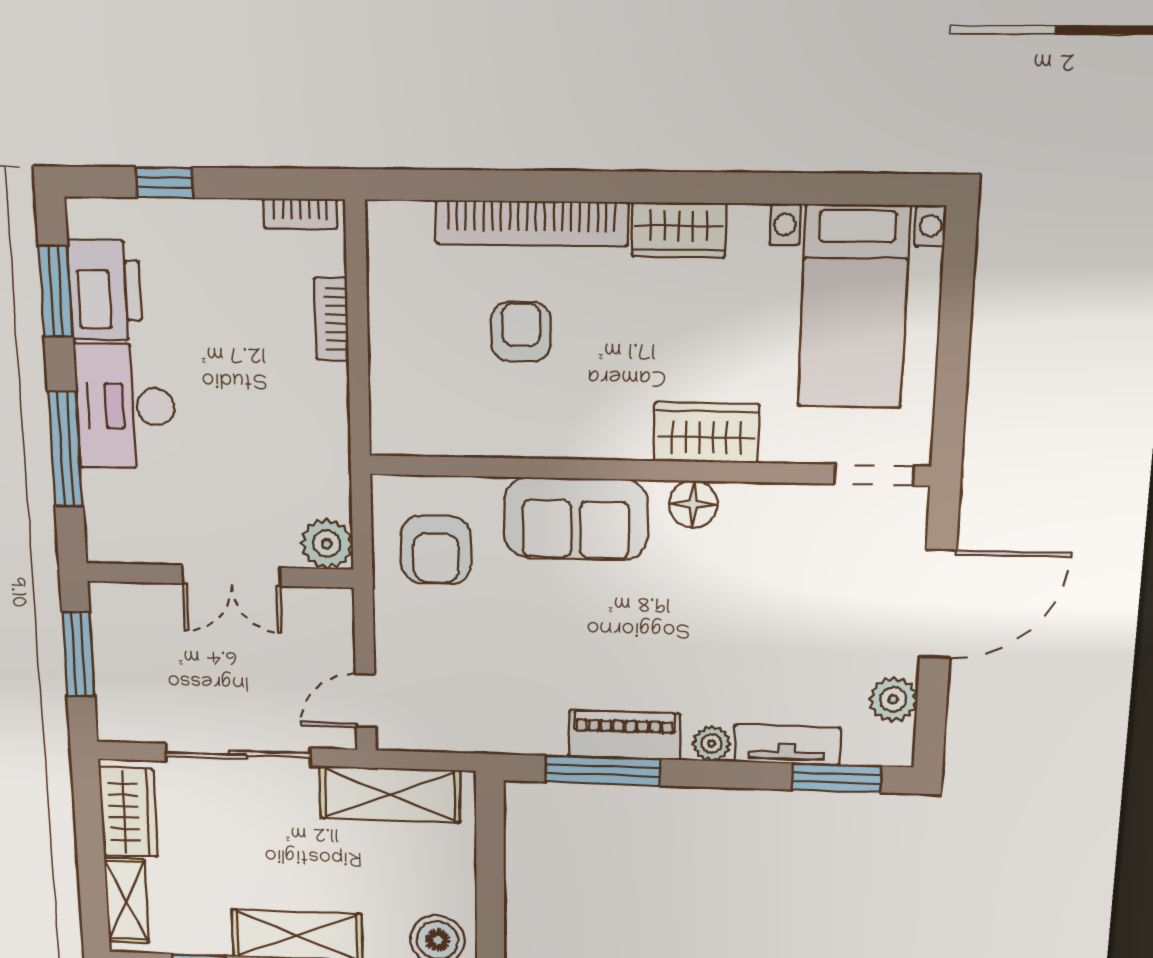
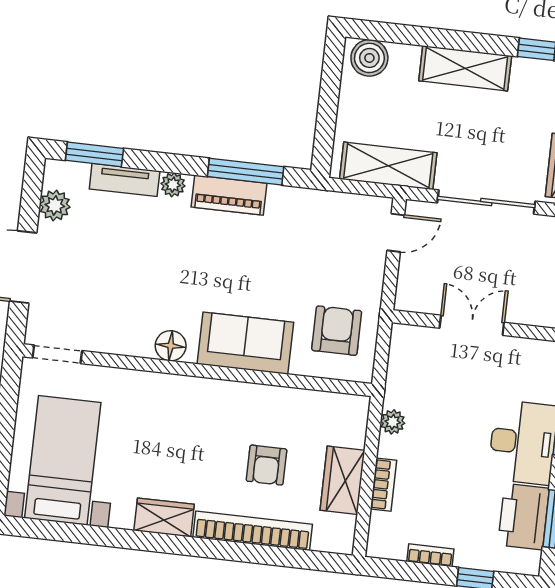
bookcase: (300, 214) -> (430, 555), moved
wardrobe: (706, 433) -> (342, 480), moved, turned 90
plant: (327, 544) -> (393, 422), moved, width x0.73, depth x0.73

